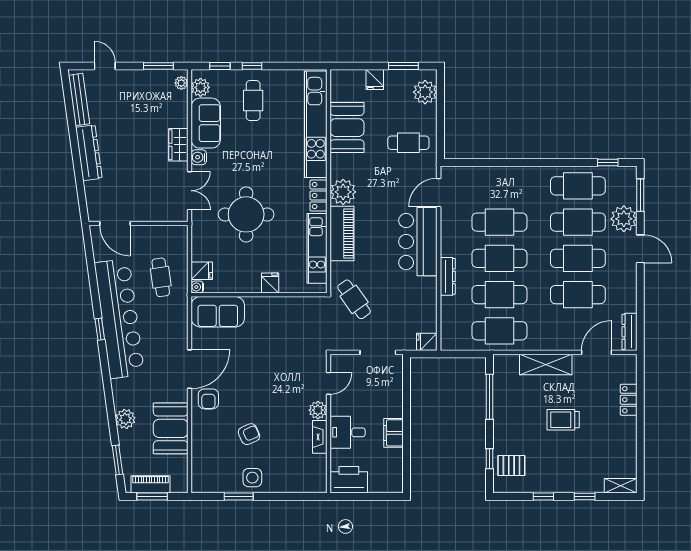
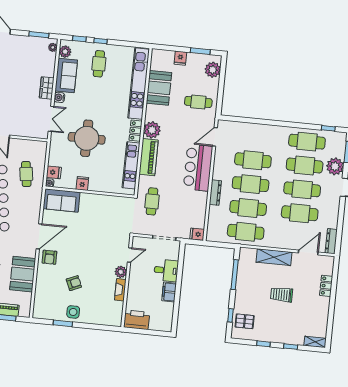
fridge: (270, 283) -> (82, 183), moved
cafe table: (354, 299) -> (152, 201), turned 35
desk: (348, 432) -> (166, 270), moved, turned 180

